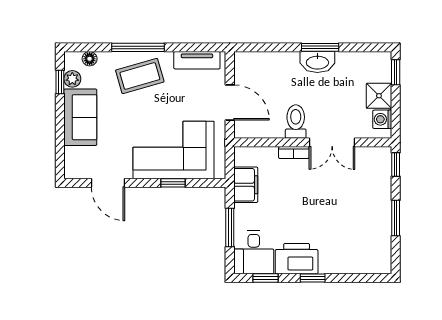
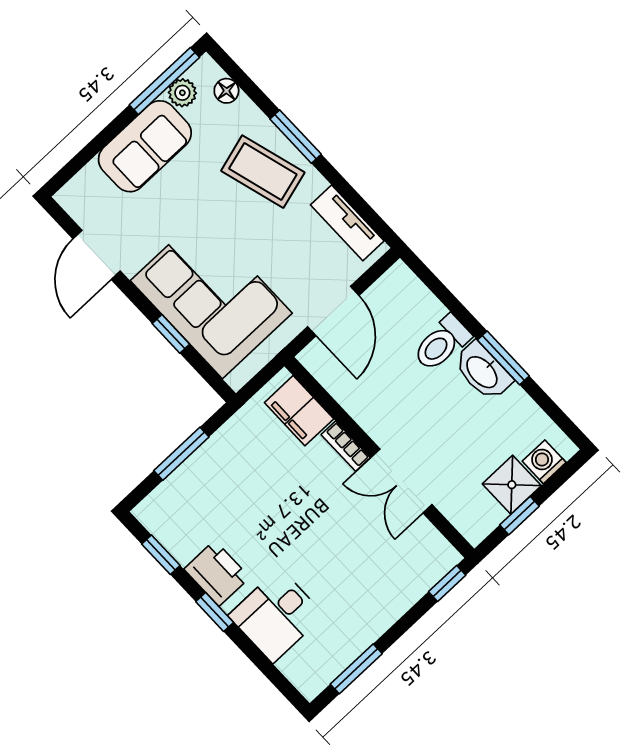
window: (138, 47) -> (296, 137), width x0.69
window: (396, 72) -> (519, 516), moved
window: (60, 82) -> (164, 81), width x2.17
washing machine: (382, 119) -> (544, 462), moved
toilet: (296, 122) -> (442, 343), moved, turned 180
filing cabinet: (246, 185) -> (299, 411), moved, turned 90
window: (396, 218) -> (356, 669), moved
desk: (254, 252) -> (276, 615), moved
printer: (297, 259) -> (217, 573), width x0.73, depth x0.84

